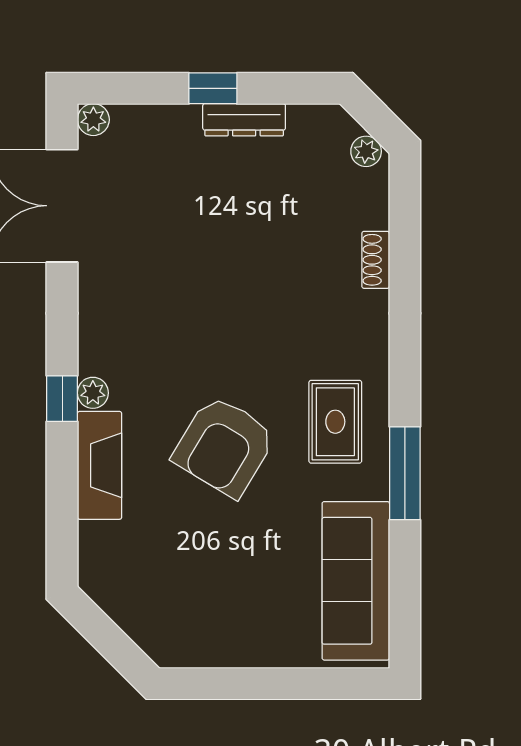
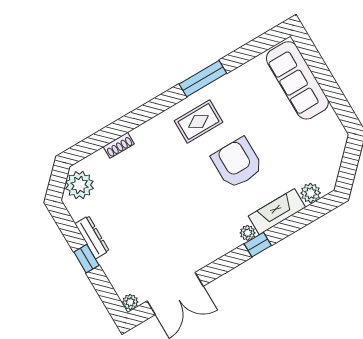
plant: (366, 151) -> (79, 185), width x1.88, depth x1.88
armchair: (224, 446) -> (237, 163), turned -121
plant: (97, 542) -> (311, 193), added
sofa: (356, 581) -> (297, 80), moved, turned 90

